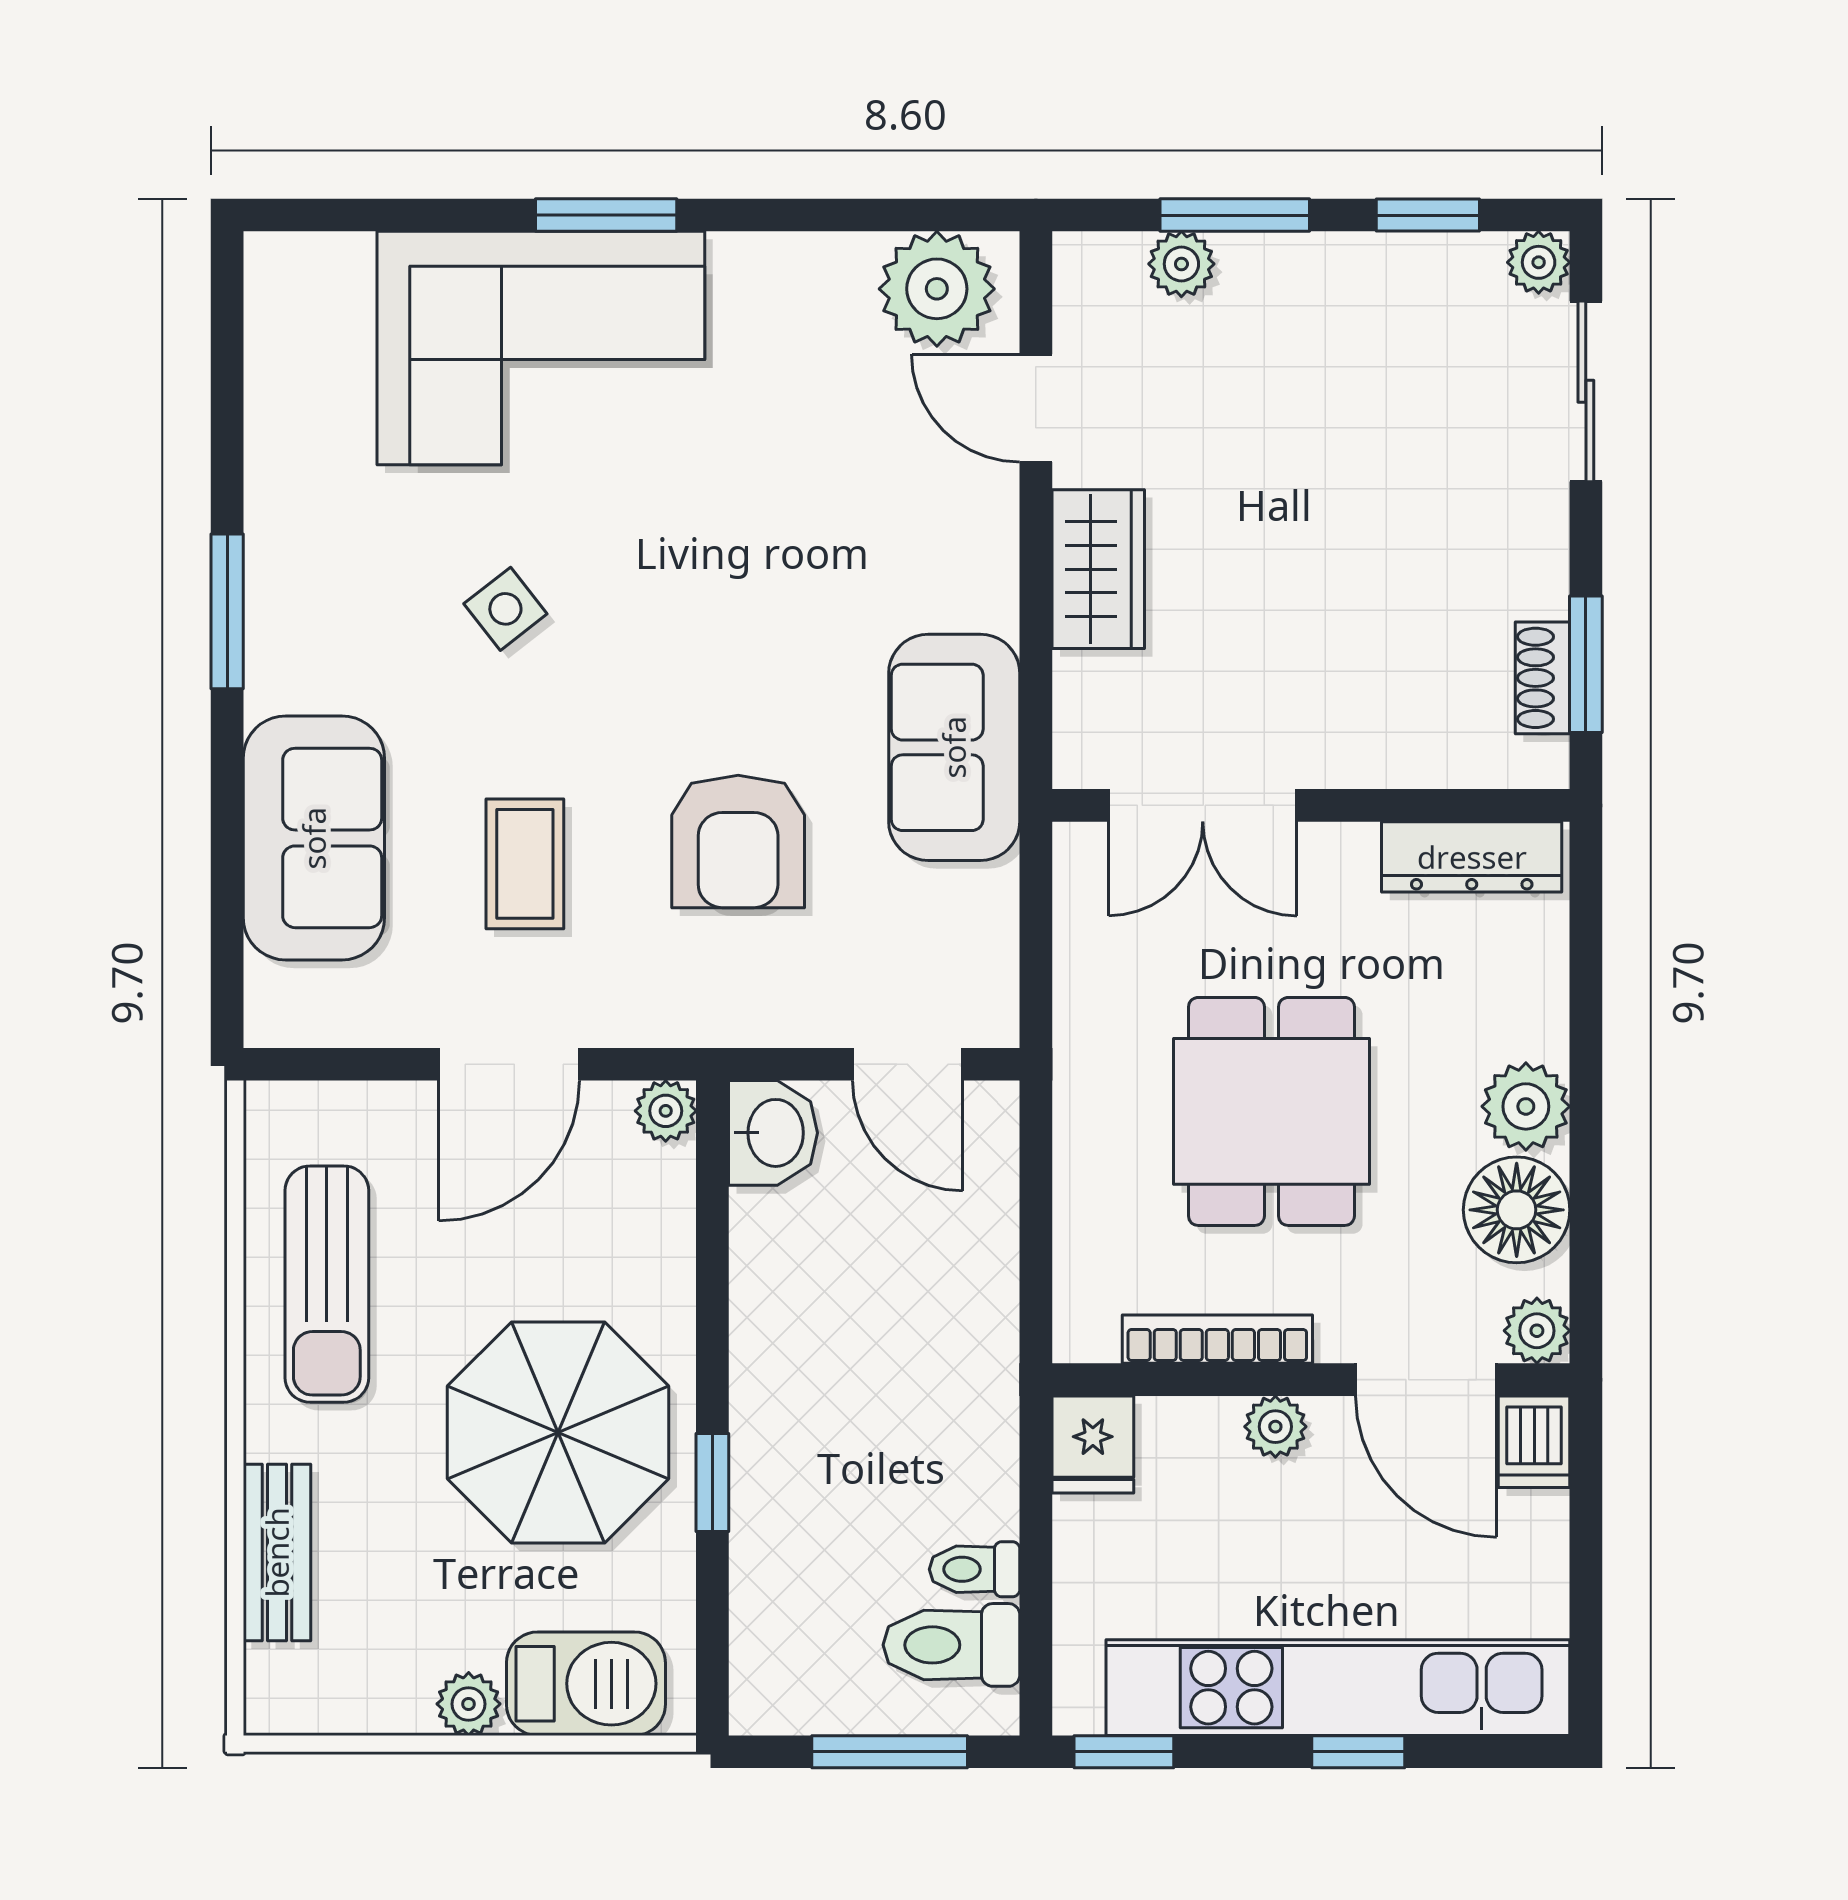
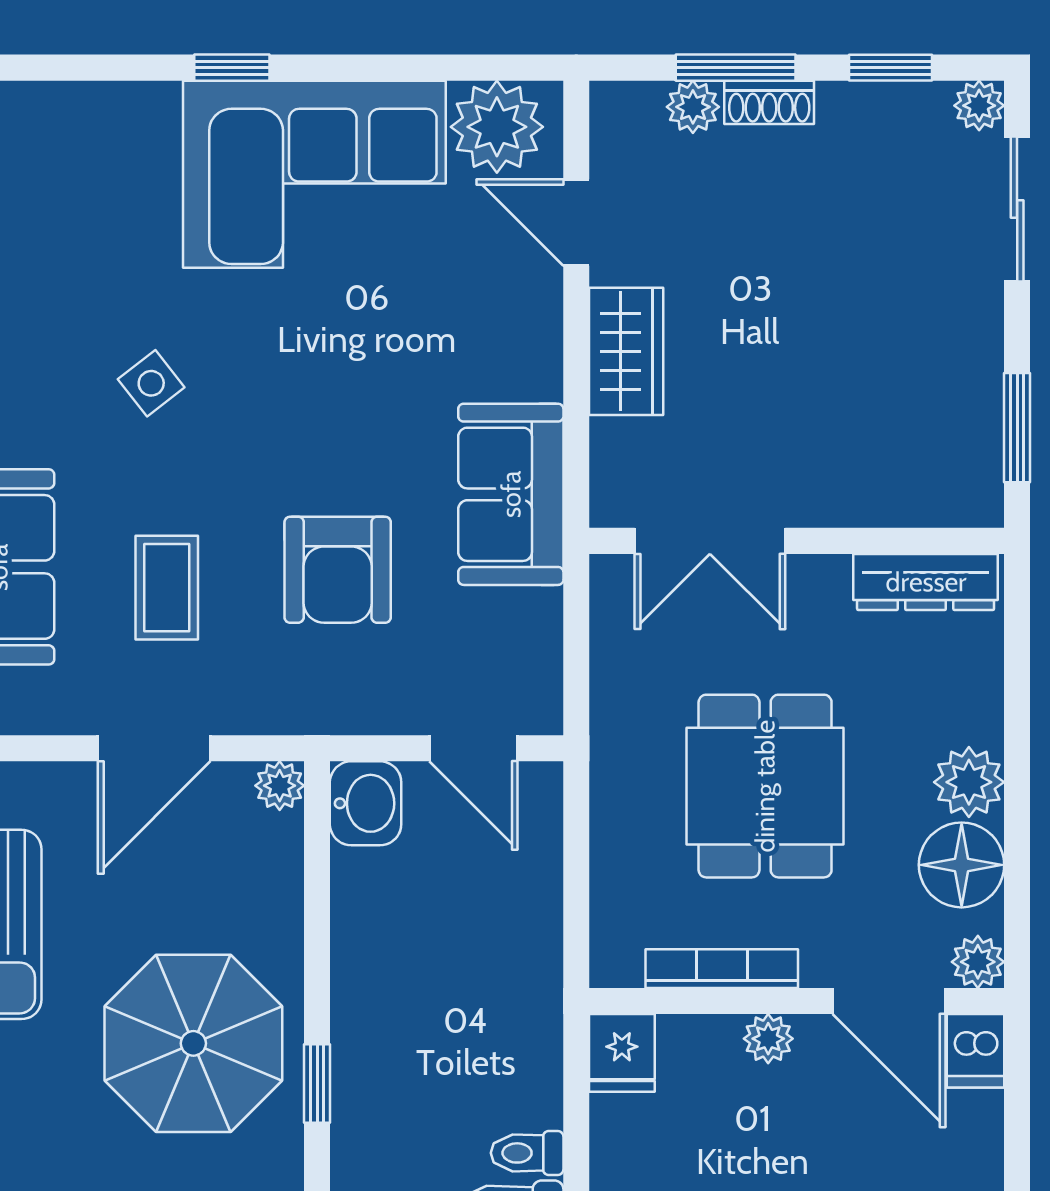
window: (606, 215) -> (232, 68), width x0.67
corner sofa: (541, 348) -> (314, 174), moved
shoe rack: (1543, 678) -> (769, 102), moved, turned -90

